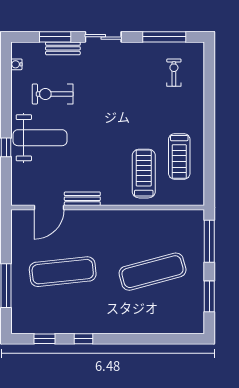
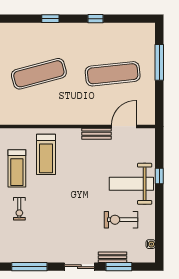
exercise bike: (174, 73) -> (19, 209), moved
exercise bike: (53, 94) -> (121, 220), turned 180
treadmill: (179, 156) -> (17, 168), turned 180
window: (44, 339) -> (50, 19), moved

